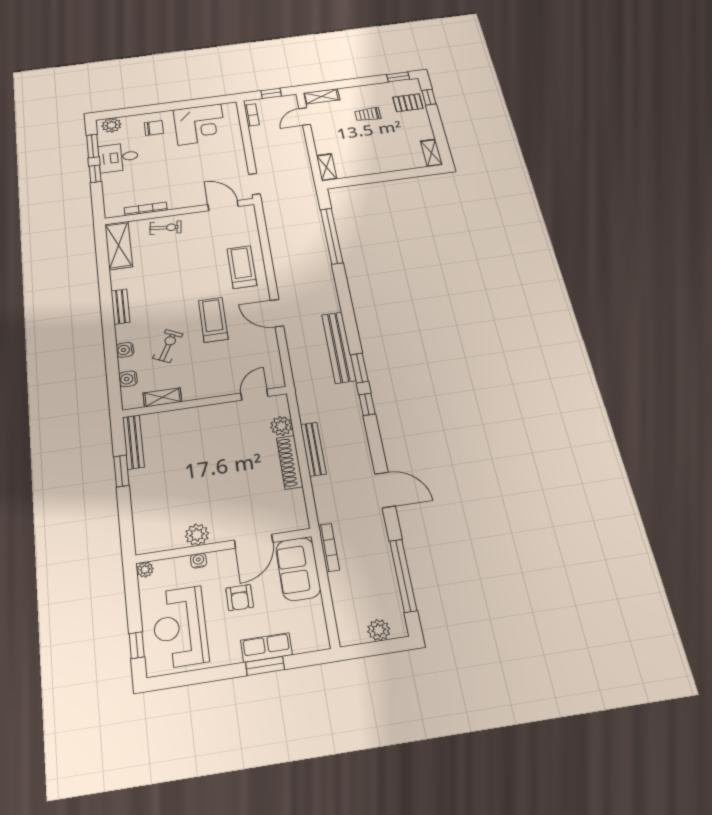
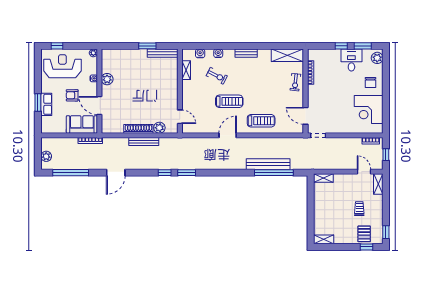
door: (223, 206) -> (305, 116), swing flipped
bench: (339, 347) -> (268, 164), moved

